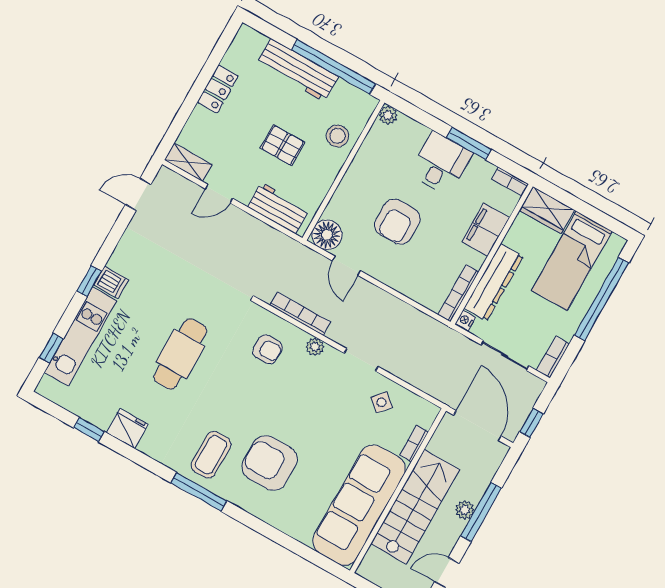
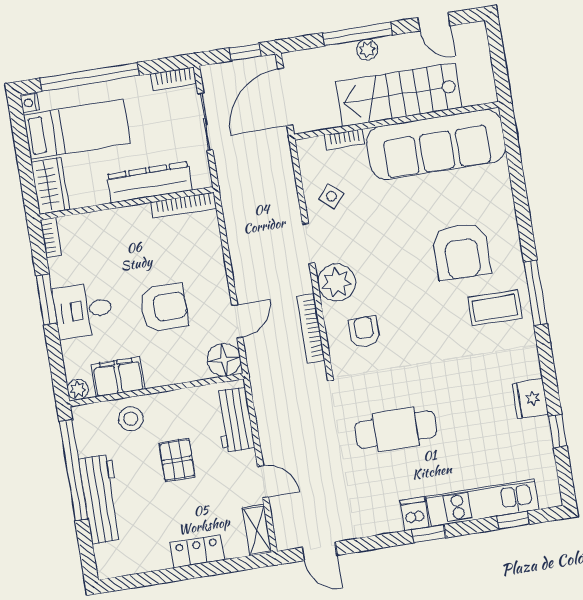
locker: (218, 89) -> (197, 551), moved
filing cabinet: (486, 230) -> (118, 377), moved, turned 180
nightstand: (465, 320) -> (30, 103), moved, turned 90
plant: (315, 347) -> (337, 282), width x1.88, depth x1.88
cafe table: (180, 354) -> (396, 430), moved

